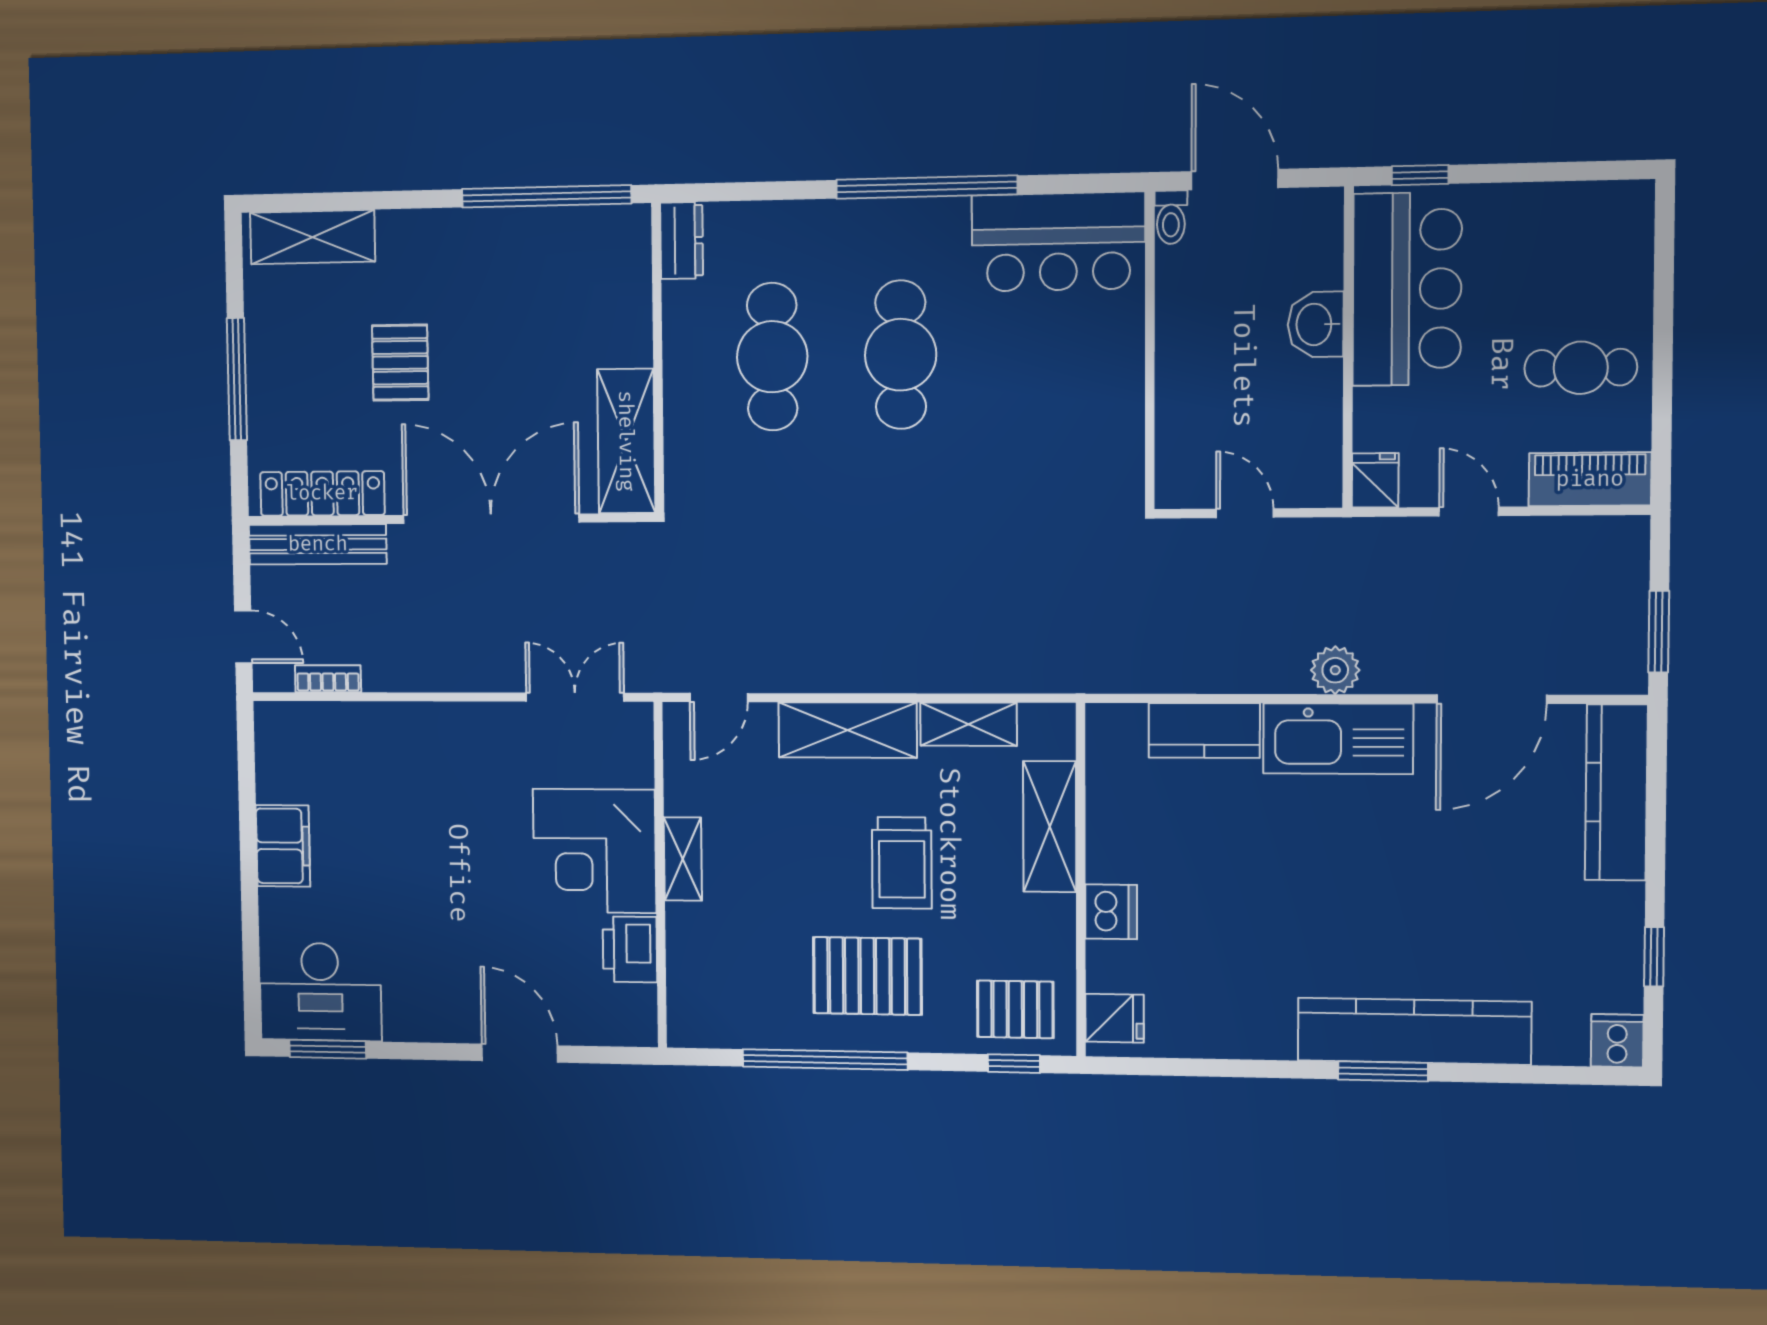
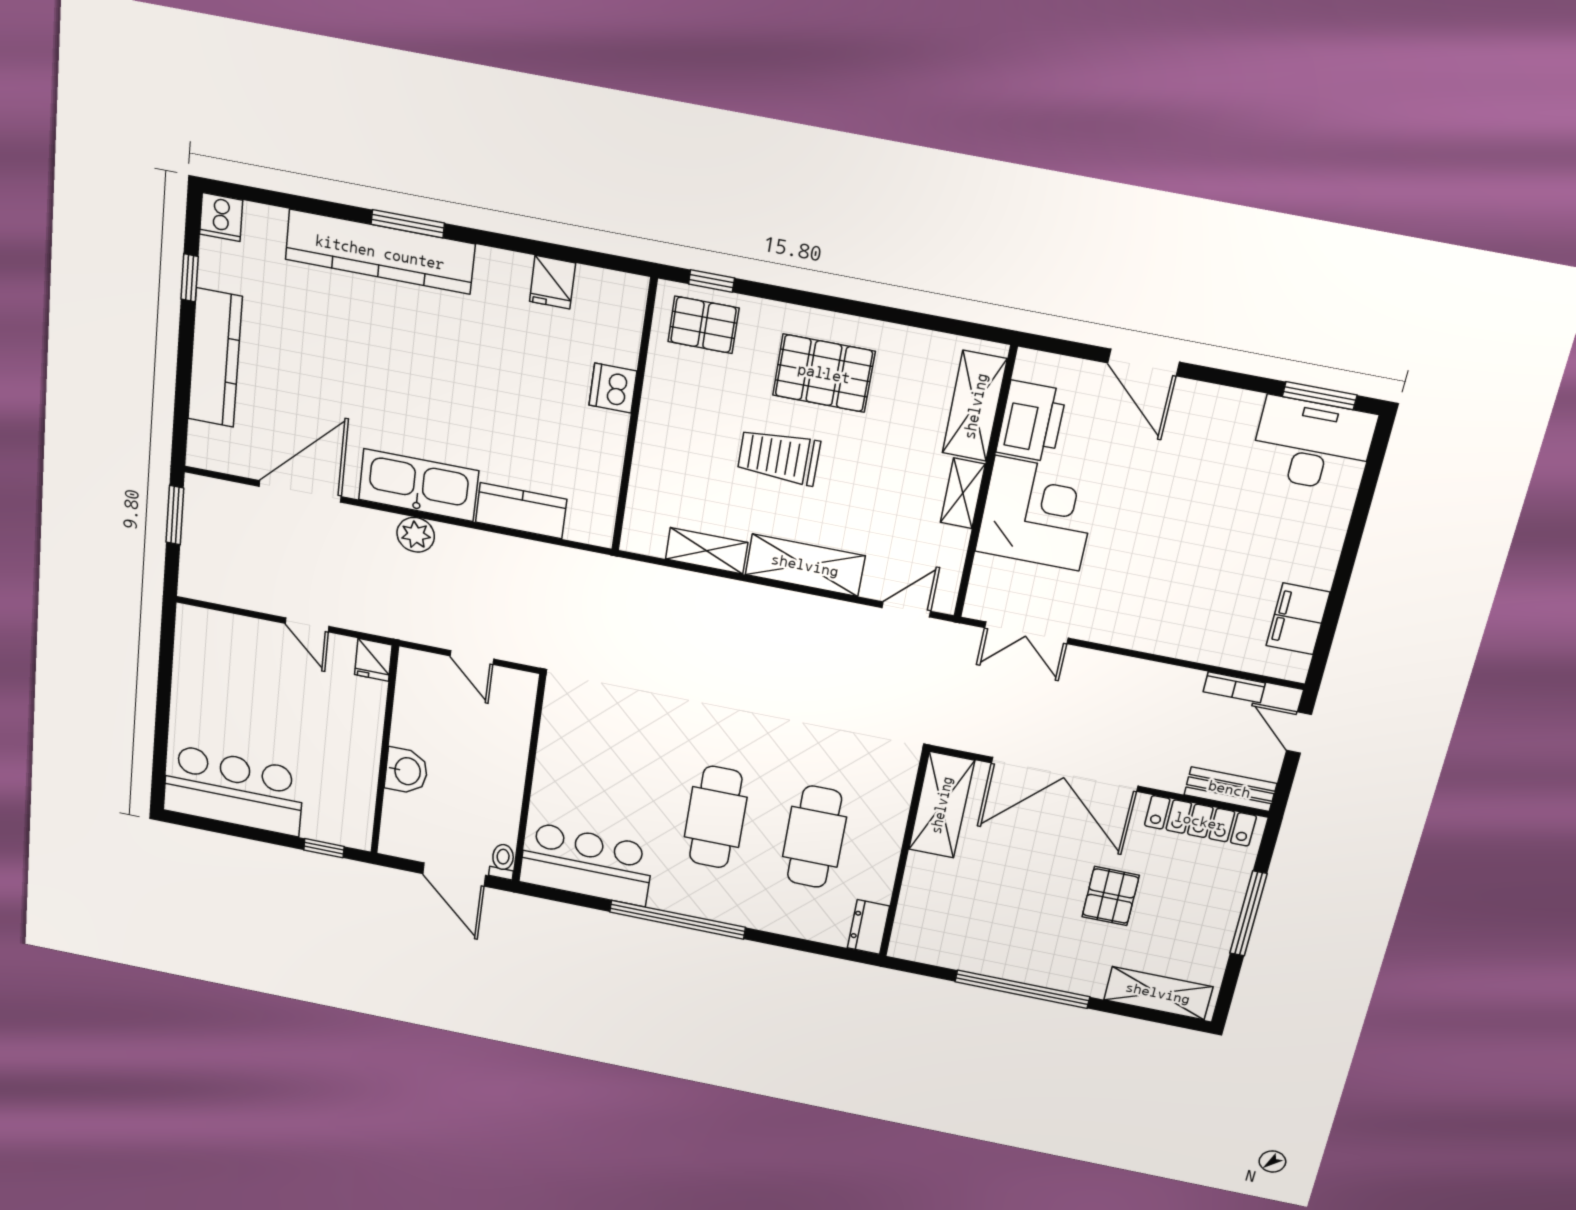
window: (546, 196) -> (1022, 989), moved
bar counter: (1407, 289) -> (233, 790), moved, turned 90
cafe table: (1581, 368) -> (221, 703), removed
piano: (1590, 479) -> (219, 629), removed
bench: (318, 544) -> (1230, 789), width x0.73
kitchen counter: (1616, 792) -> (215, 358), moved
shelving: (1050, 827) -> (975, 406), moved
filing cabinet: (283, 846) -> (1298, 619), moved
trolley: (902, 863) -> (779, 457), turned -90
printer: (630, 949) -> (1031, 421), width x1.37, depth x1.19
fridge: (1115, 1018) -> (552, 282), moved, turned -90
window: (825, 1060) -> (873, 312), removed

